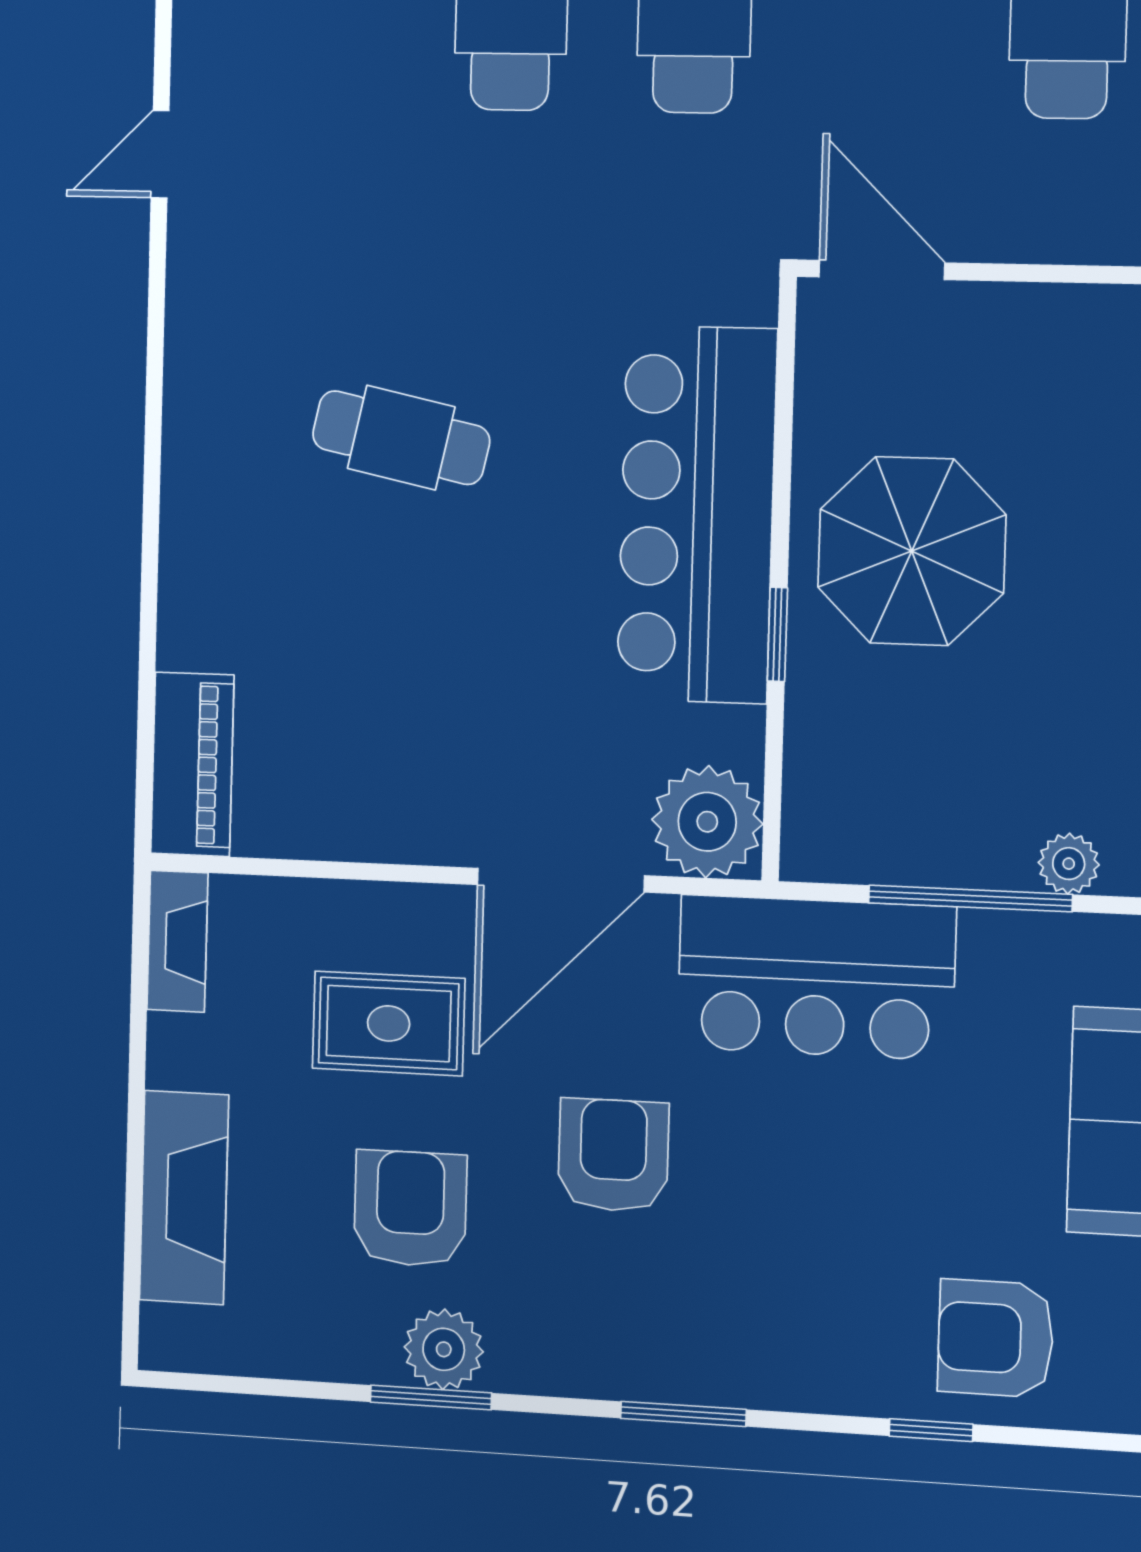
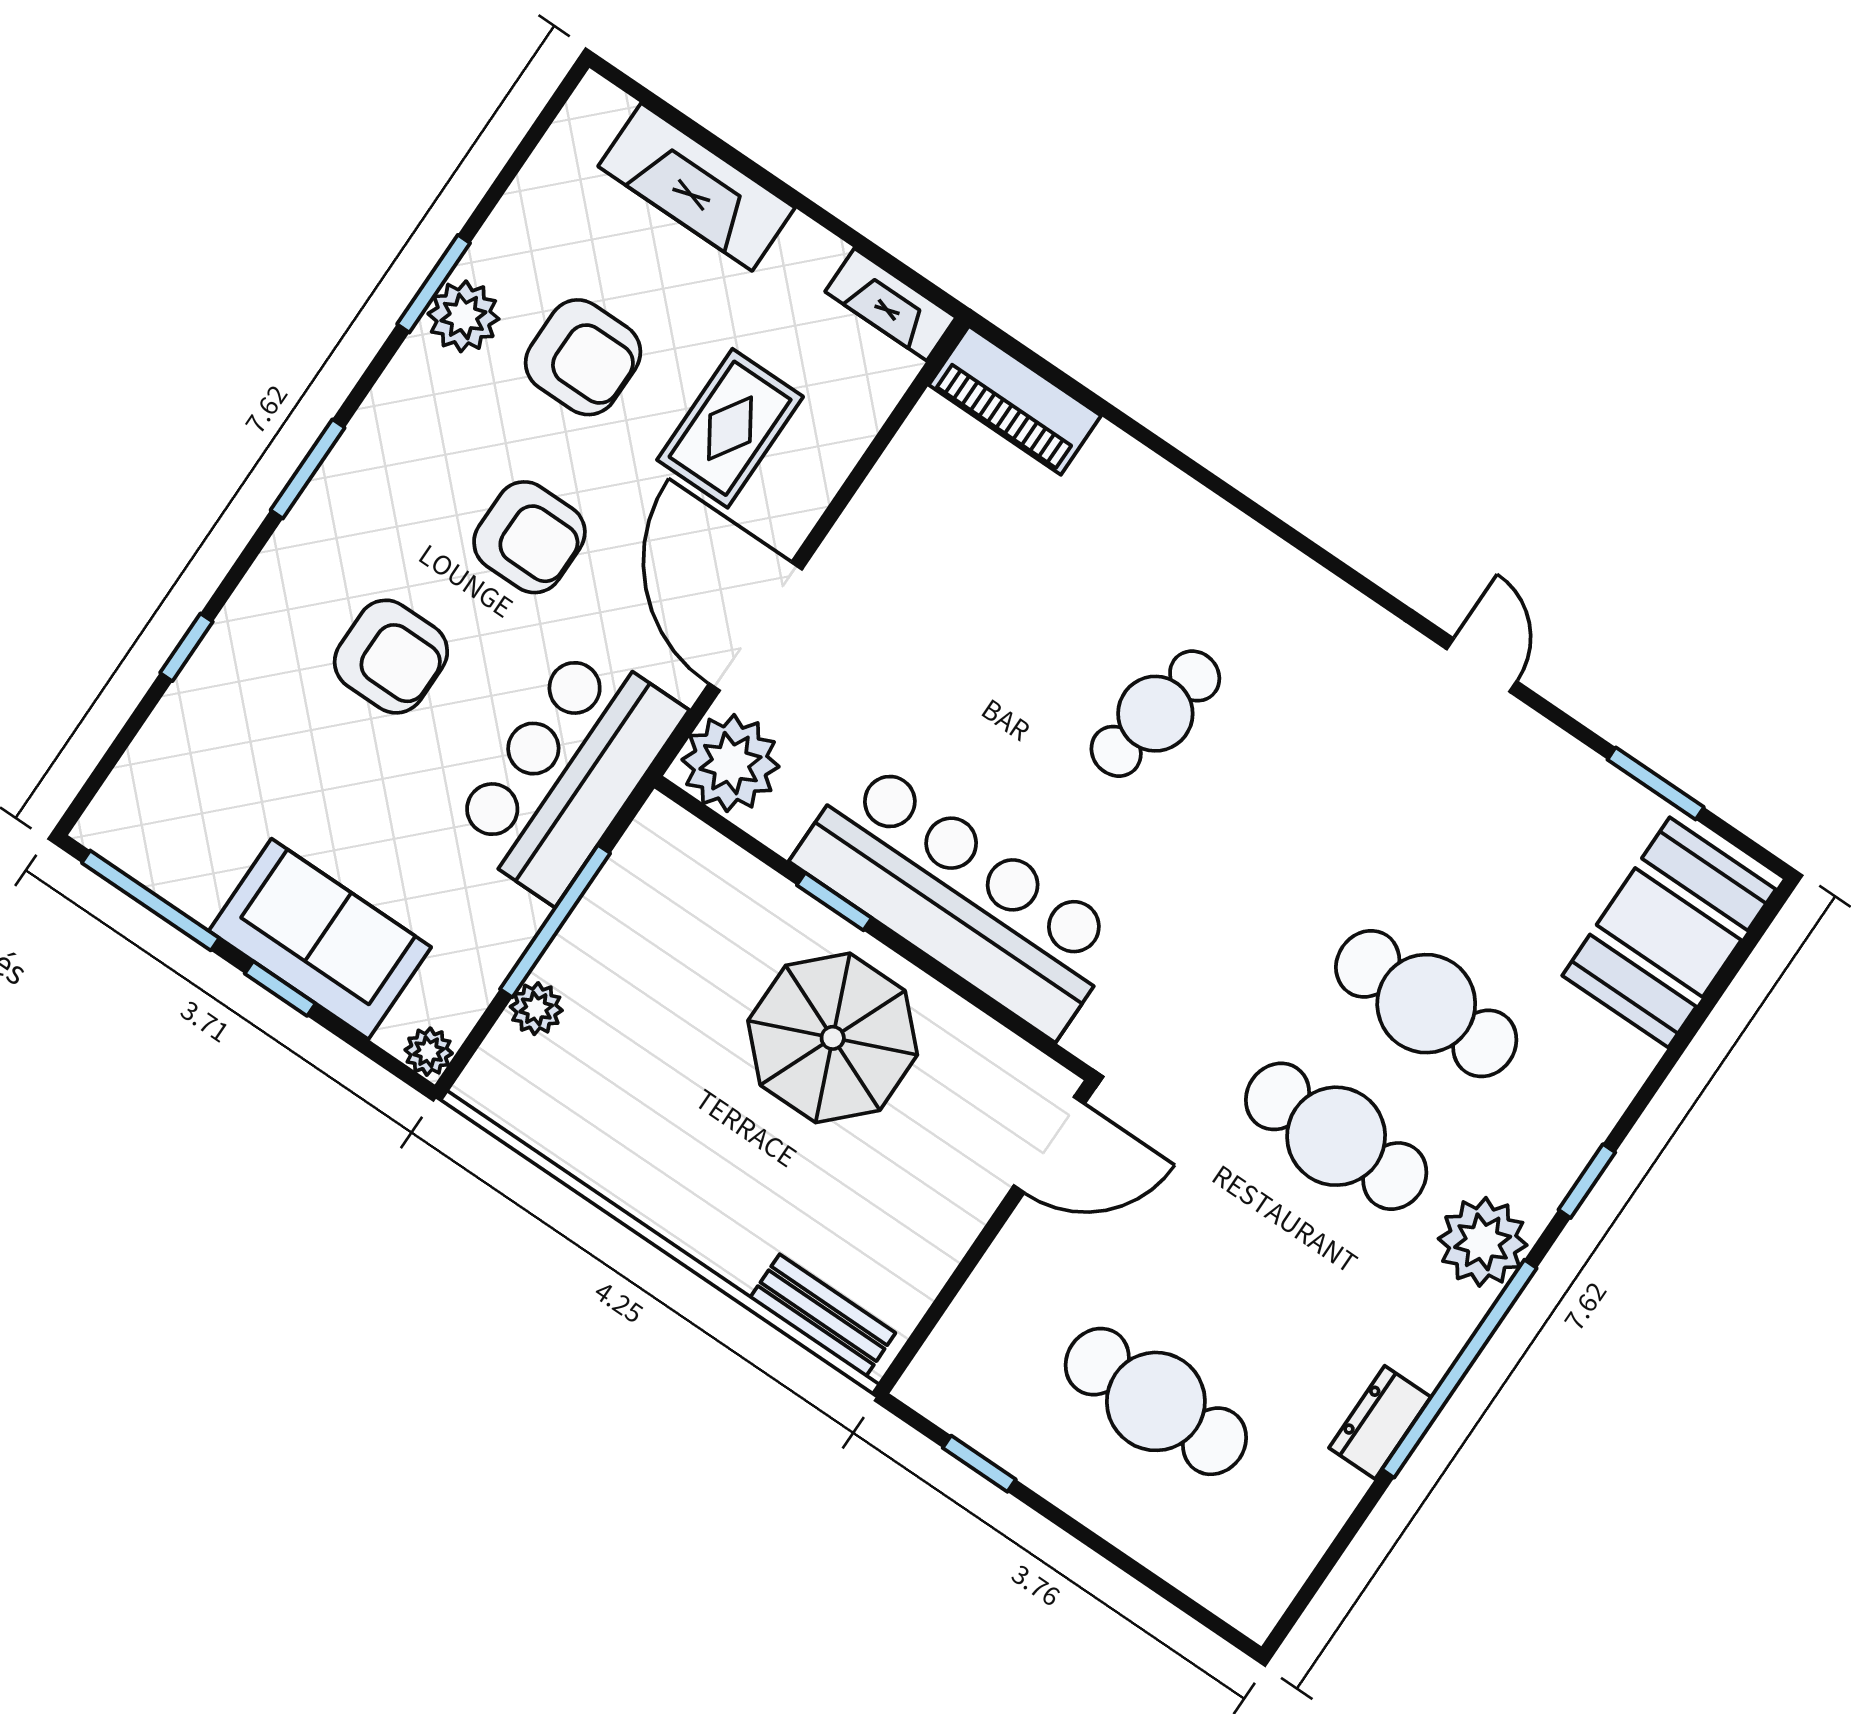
armchair: (996, 1338) -> (391, 657), moved, turned 90

